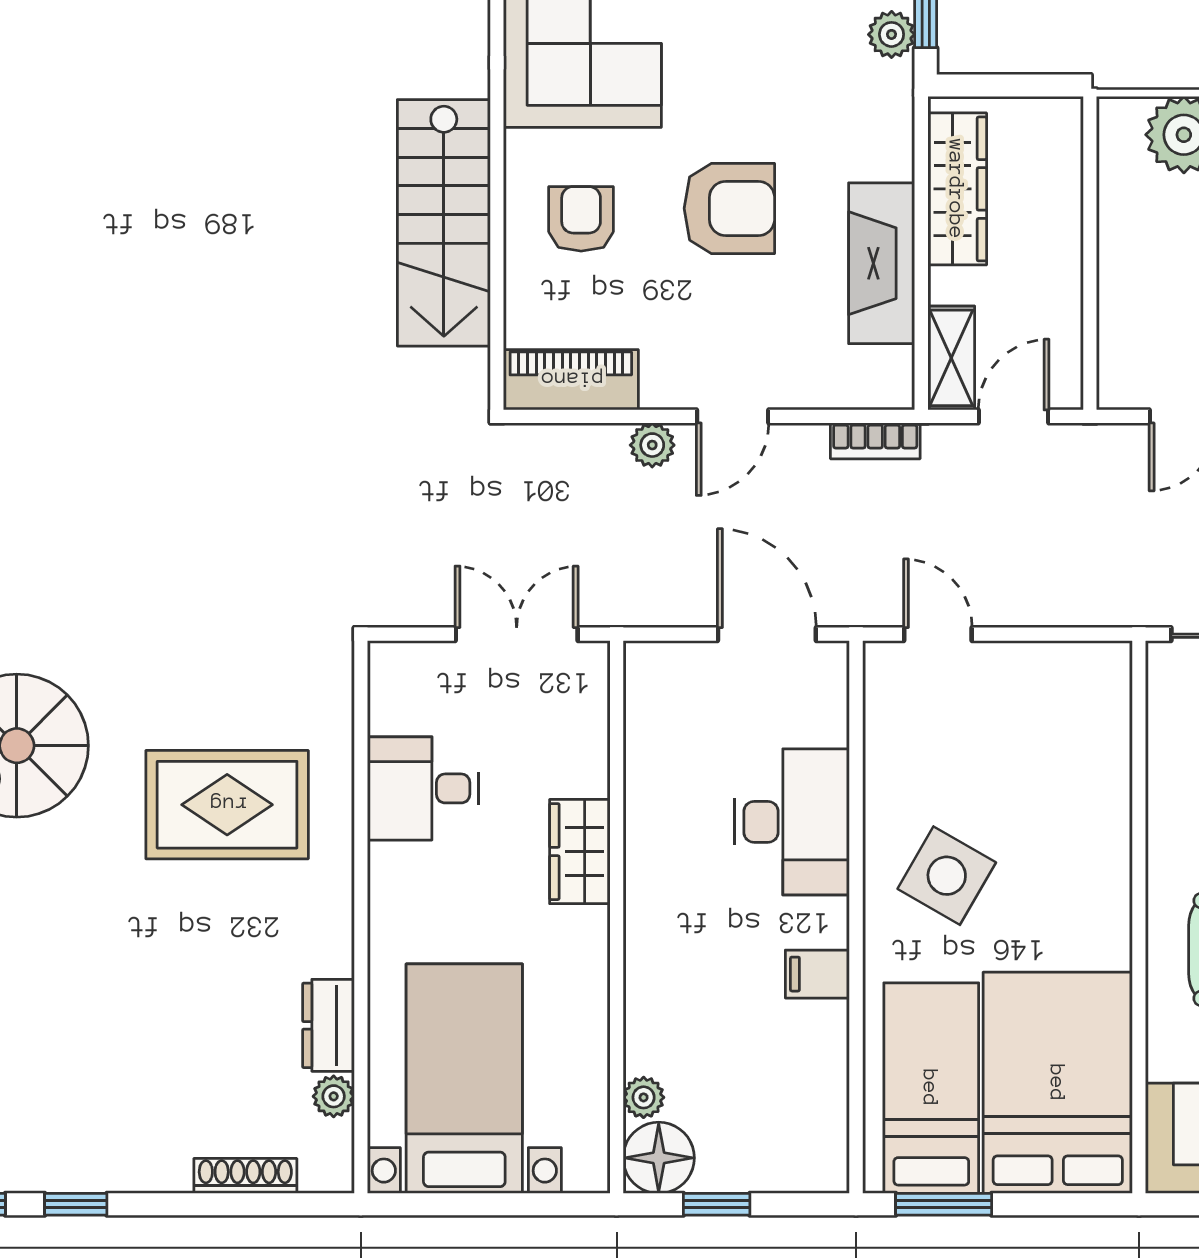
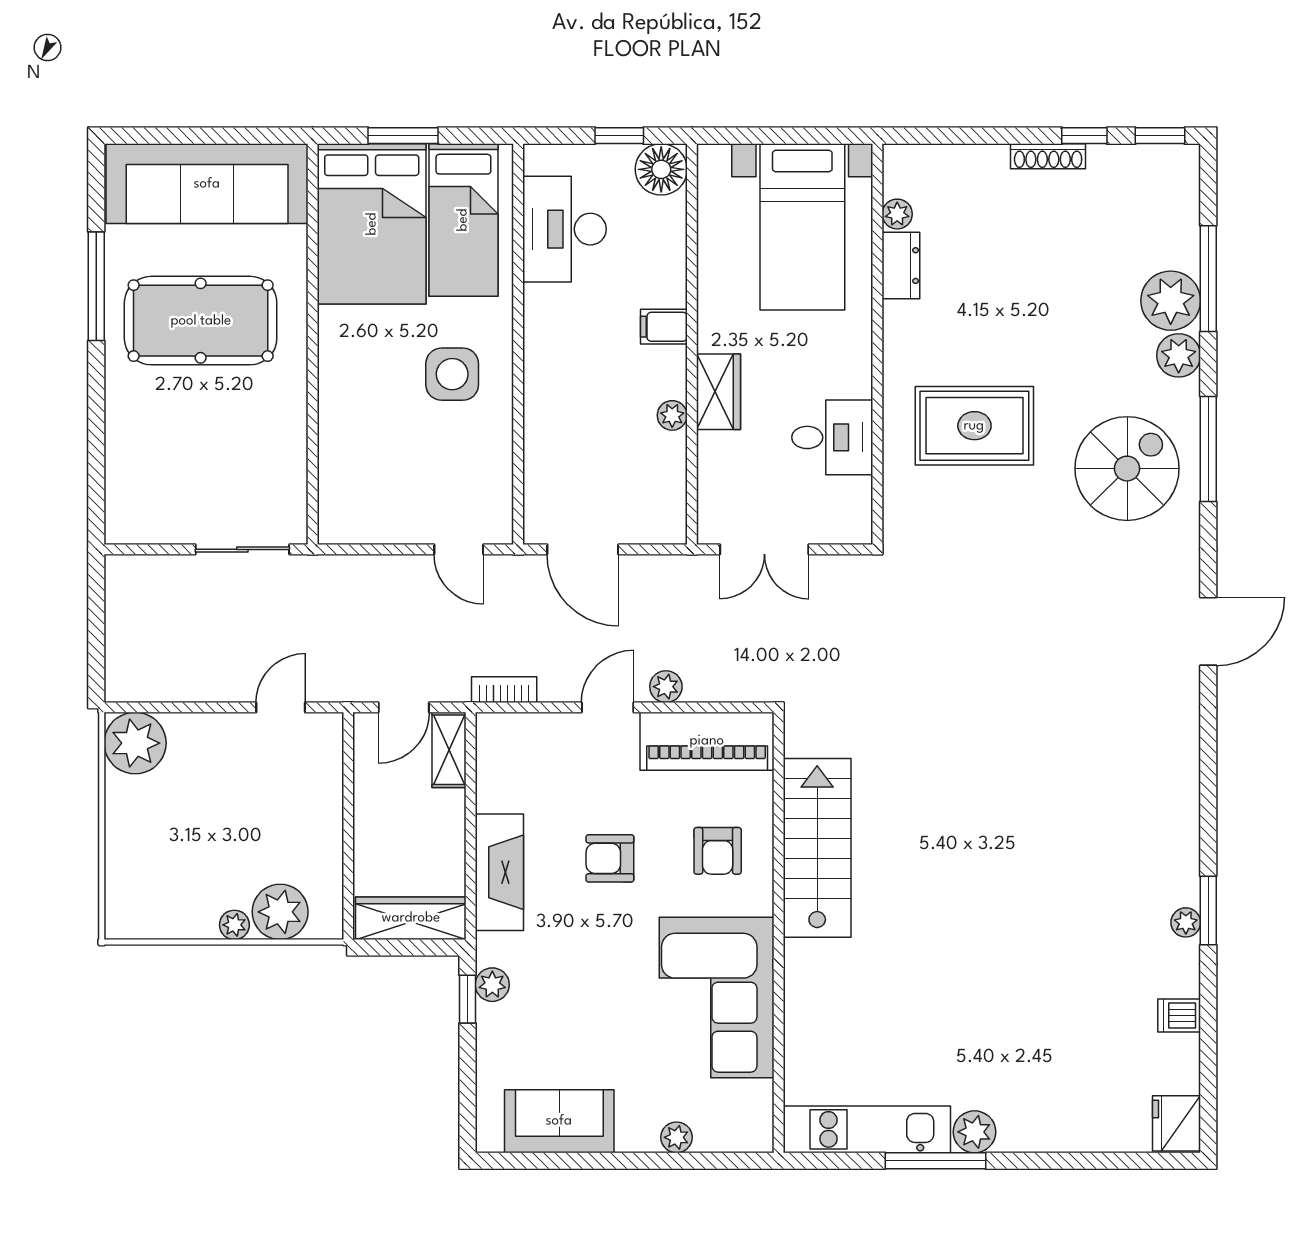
wardrobe: (957, 189) -> (411, 918), moved, turned 90
armchair: (729, 208) -> (610, 858), width x0.72, depth x0.72
fireplace: (882, 263) -> (499, 872), moved
piano: (571, 380) -> (707, 741), width x1.37, depth x1.33
desk: (792, 822) -> (564, 229), moved
side table: (947, 876) -> (452, 374), turned -30
filing cabinet: (817, 974) -> (664, 327), moved, turned 180
plant: (644, 1097) -> (672, 415), moved
shoe rack: (245, 1176) -> (1048, 156), moved
window: (944, 1204) -> (403, 136), moved

